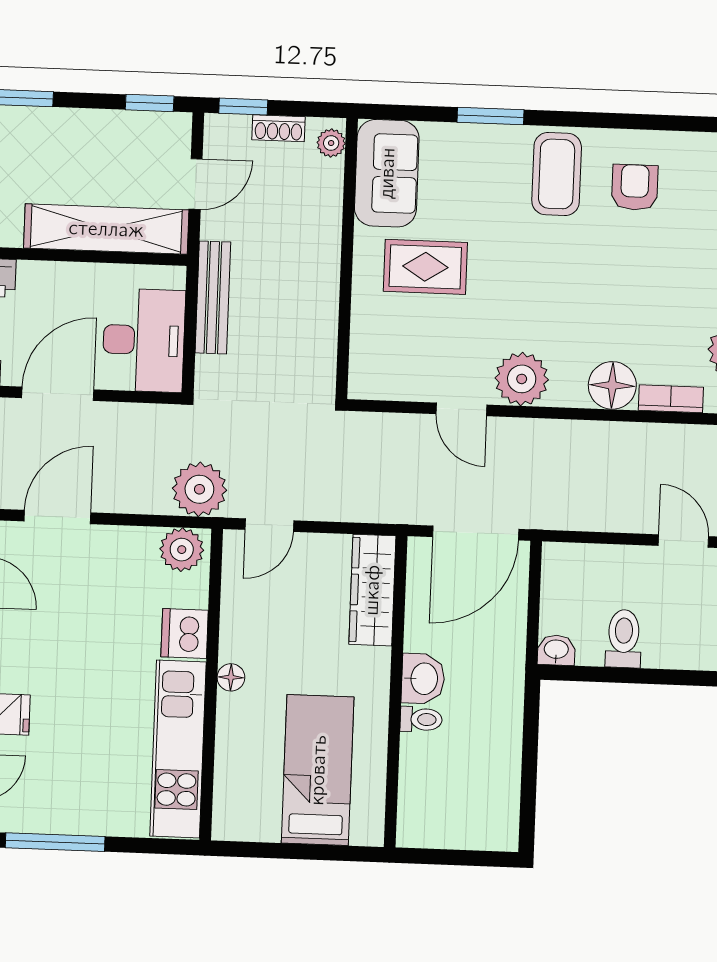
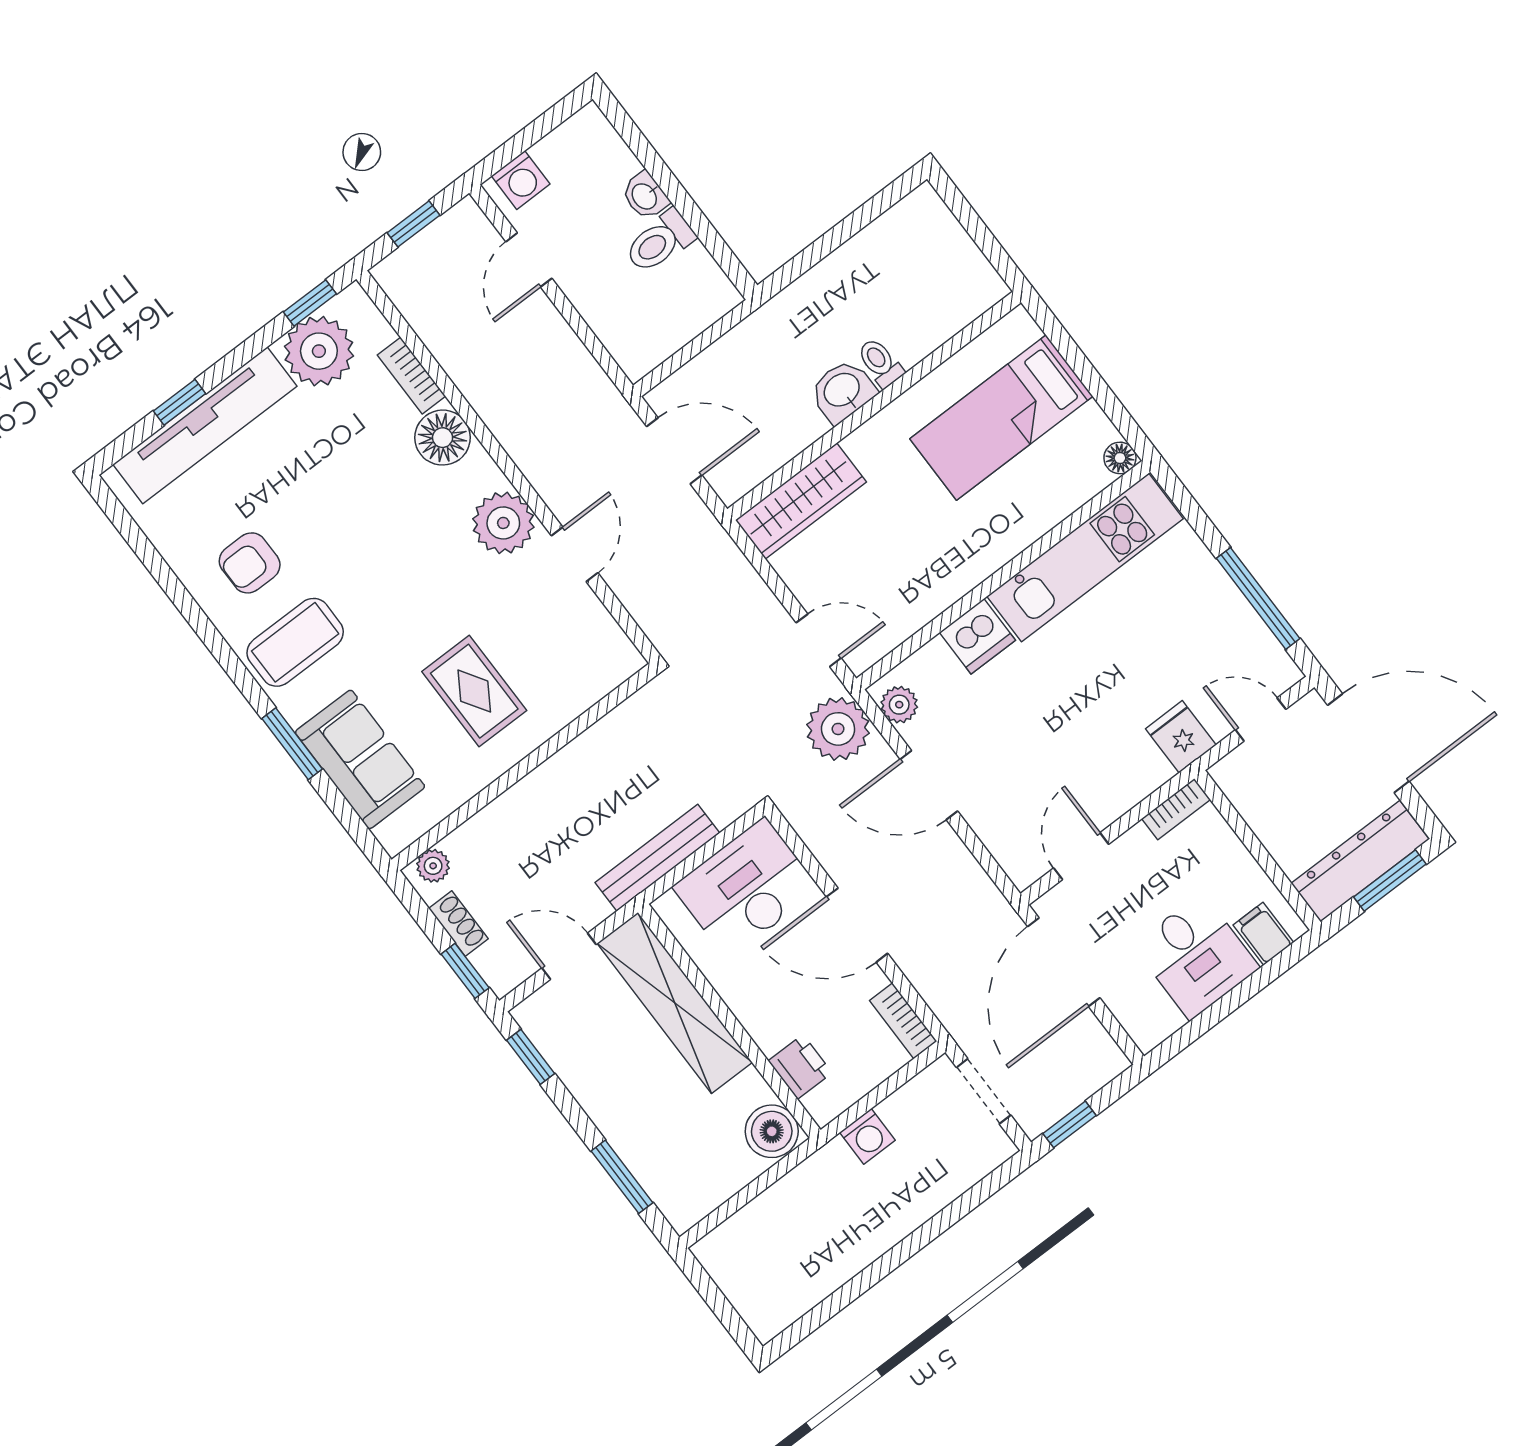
sofa: (387, 173) -> (360, 759), moved, turned 90
door: (57, 517) -> (929, 785), moved
door: (476, 533) -> (674, 451), width x0.73
plant: (182, 550) -> (899, 705), width x0.73, depth x0.73
washbasin: (556, 650) -> (645, 196), moved
floor lamp: (231, 677) -> (1120, 458), moved

